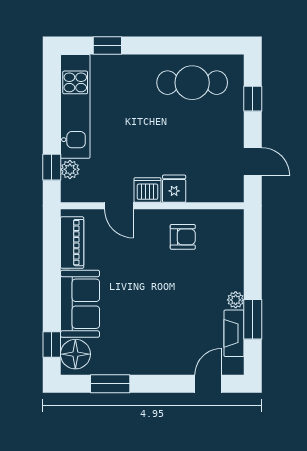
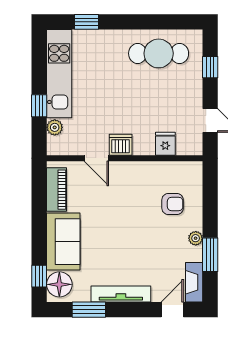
window: (52, 167) -> (39, 106), moved
fridge: (174, 189) -> (165, 144), moved
armchair: (183, 237) -> (173, 204), moved
fireplace: (234, 333) -> (194, 282), moved
tv unit: (148, 365) -> (121, 294), added

